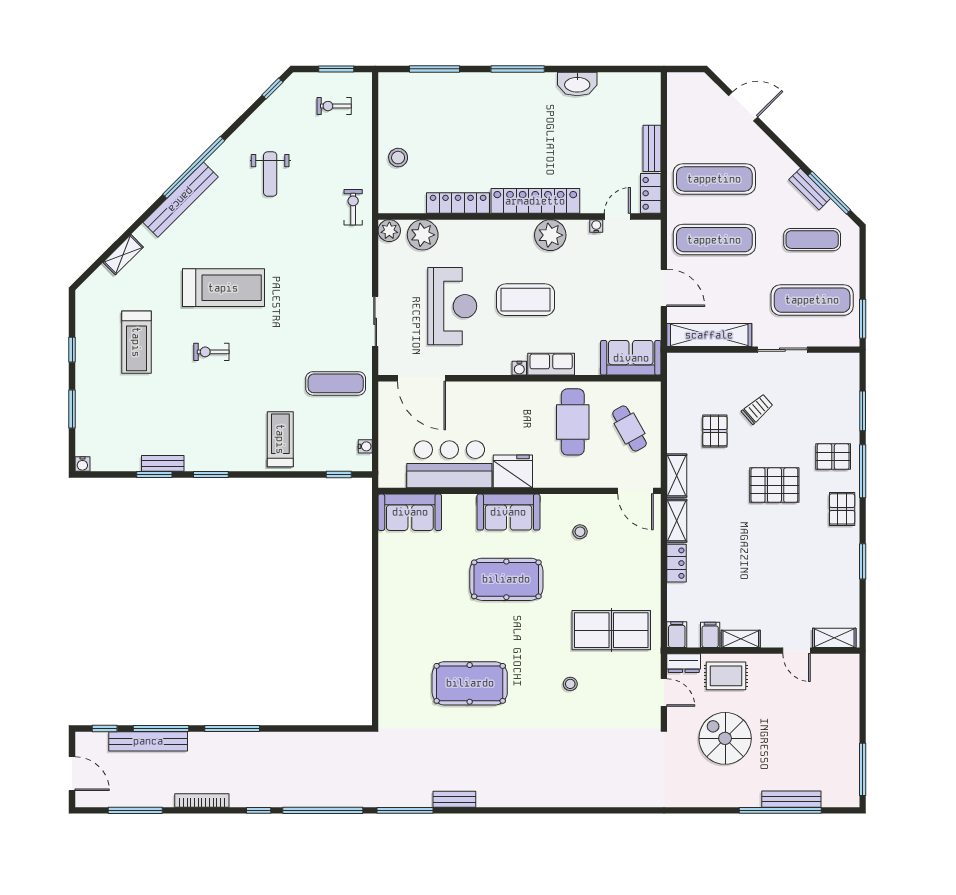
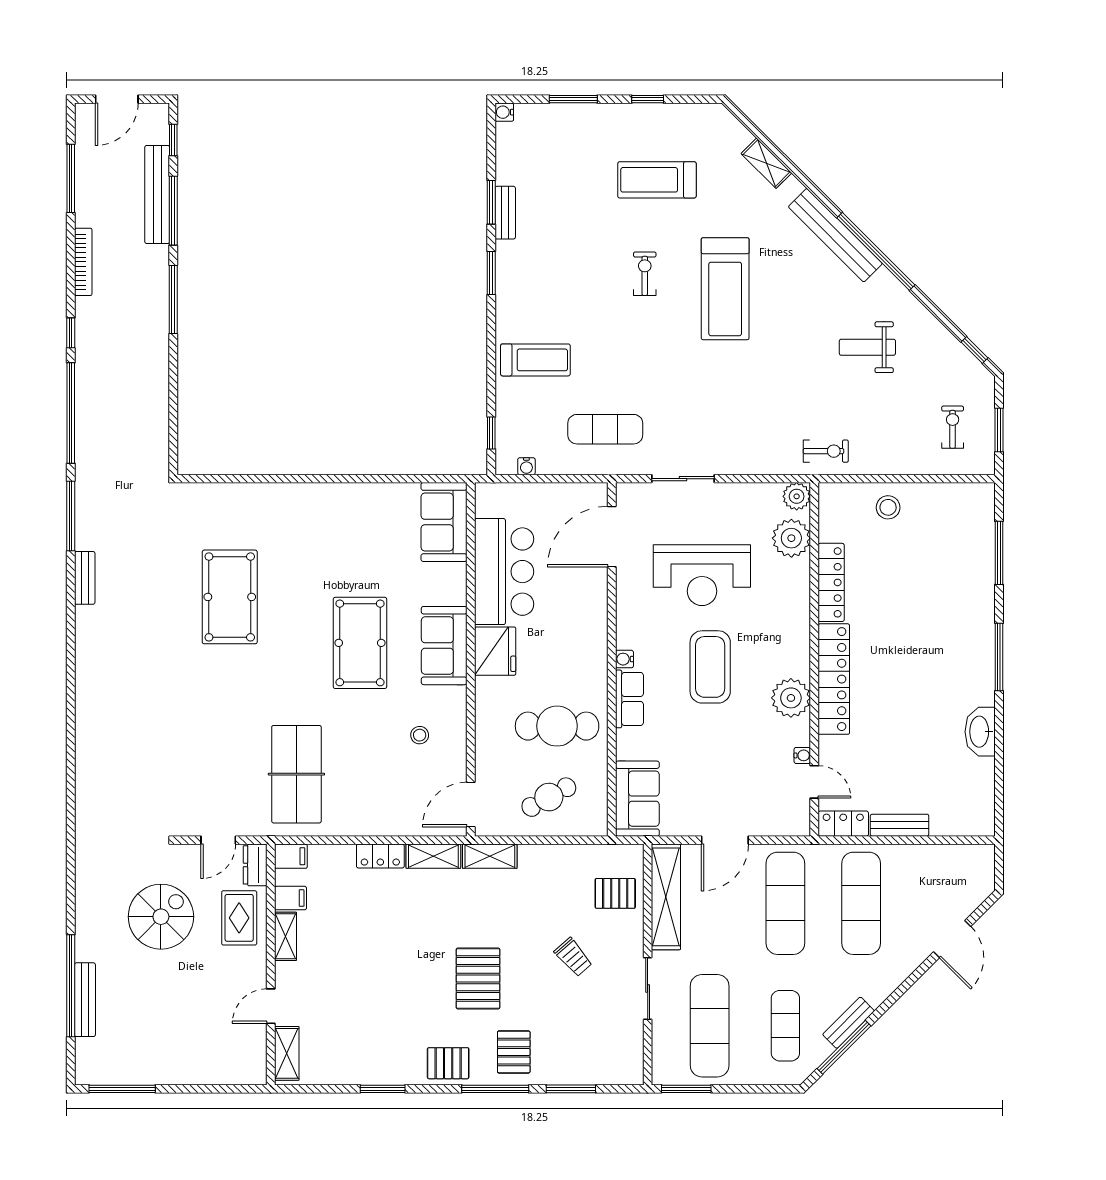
exercise mat: (336, 383) -> (605, 429), turned 90
pallet: (715, 431) -> (615, 893), moved
stool: (570, 684) -> (229, 723), removed

